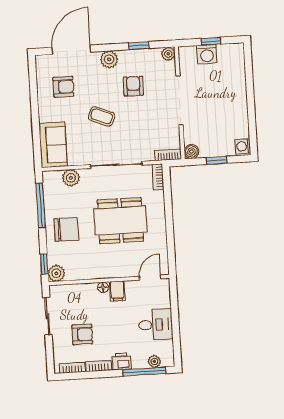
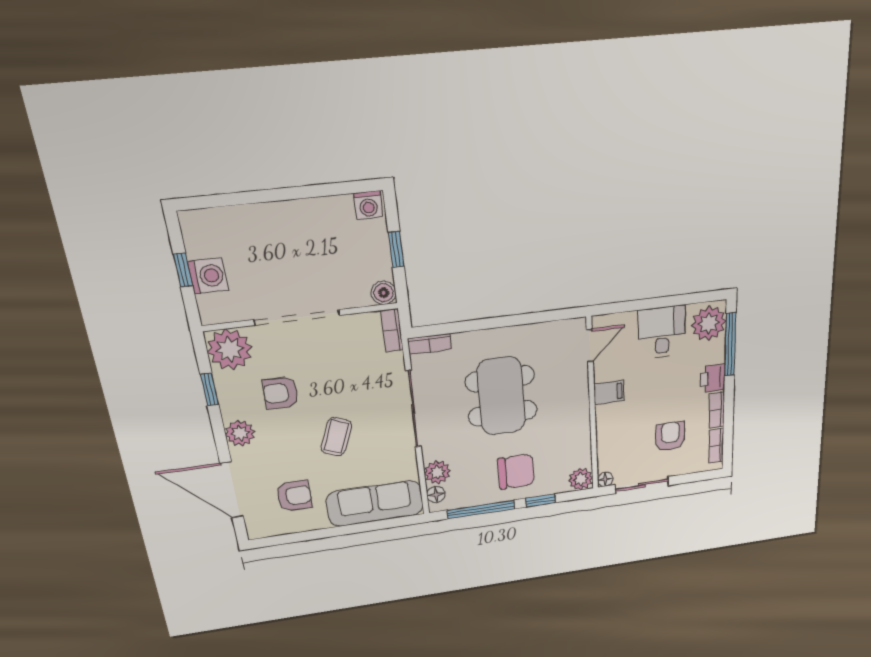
plant: (168, 54) -> (230, 349), width x1.88, depth x1.88
armchair: (63, 87) -> (294, 496), turned 89
sofa: (53, 145) -> (375, 503), width x1.36
floor lamp: (55, 176) -> (436, 494), added
chair: (66, 229) -> (516, 472), turned 90
window: (44, 264) -> (541, 500), moved
door: (150, 278) -> (590, 346), swing flipped
floor lamp: (103, 287) -> (605, 479), moved
plant: (154, 361) -> (709, 323), width x1.88, depth x1.88

